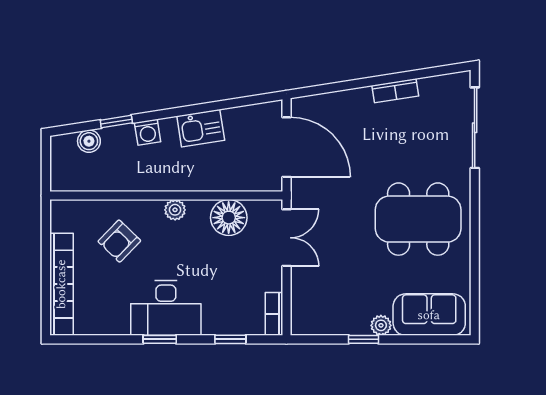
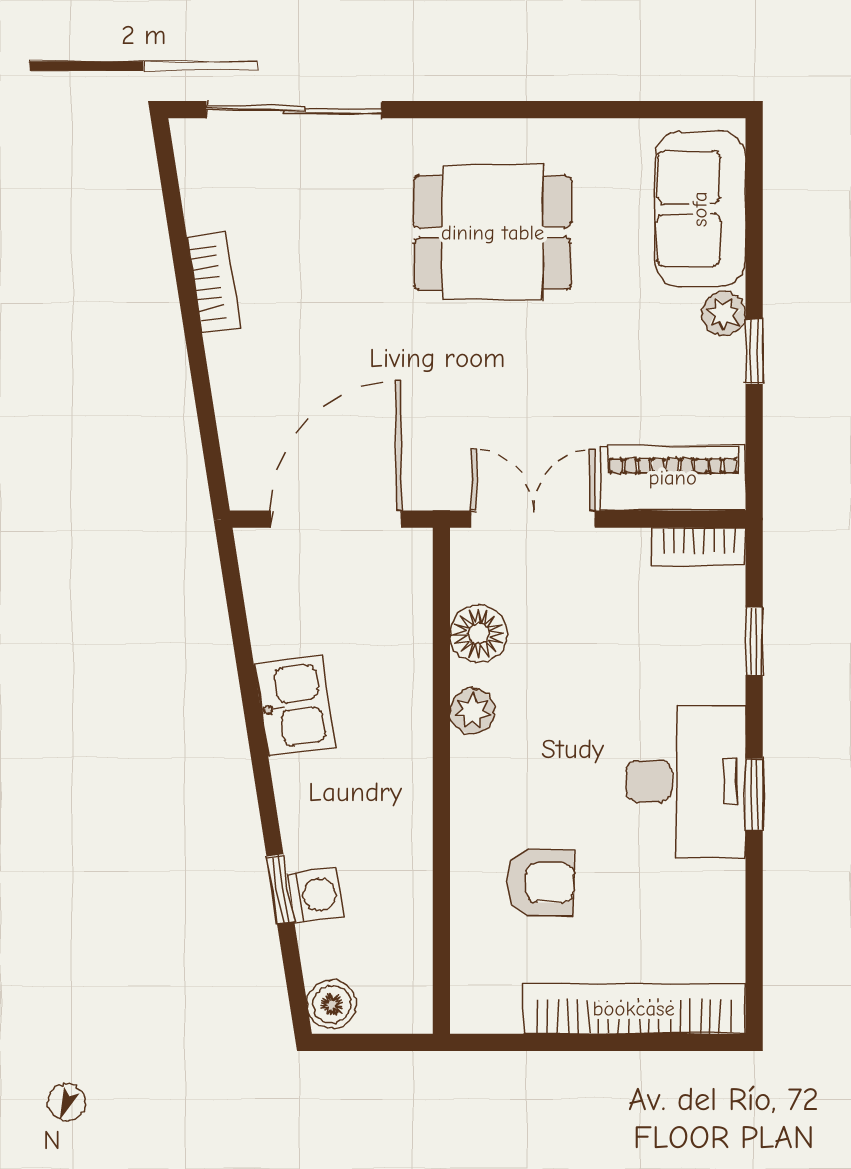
washing machine: (148, 132) -> (315, 895), moved
boiler: (89, 141) -> (332, 1005), moved
plant: (175, 210) -> (472, 711), moved
floor lamp: (229, 218) -> (479, 634), width x0.73, depth x0.73
dining table: (418, 219) -> (493, 233), width x0.73
armchair: (119, 241) -> (540, 882), turned -44
piano: (305, 302) -> (673, 478), added

